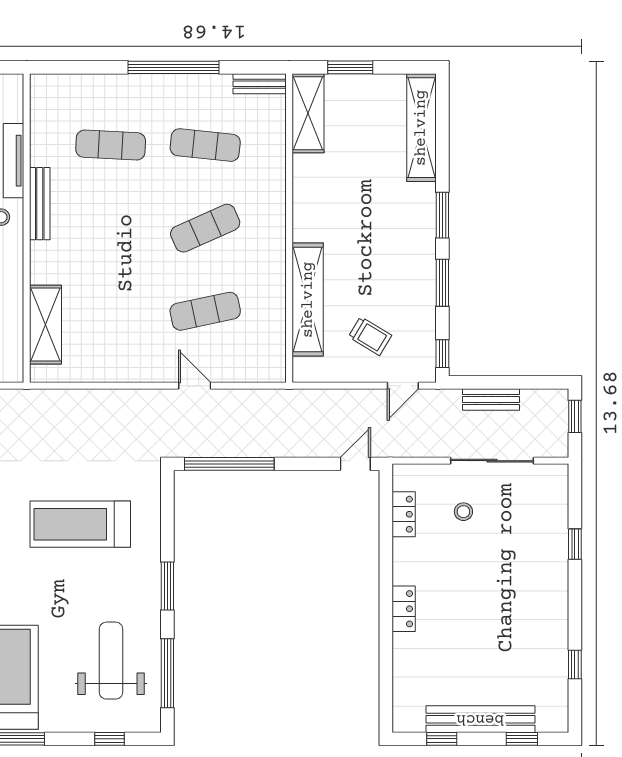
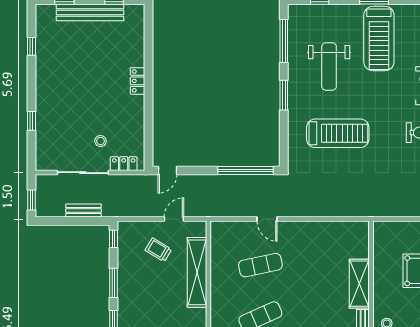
shelving: (45, 325) -> (359, 284), moved
door: (403, 386) -> (174, 219), moved
locker: (404, 514) -> (124, 164), moved, turned 90
weight bench: (111, 661) -> (329, 66), moved

